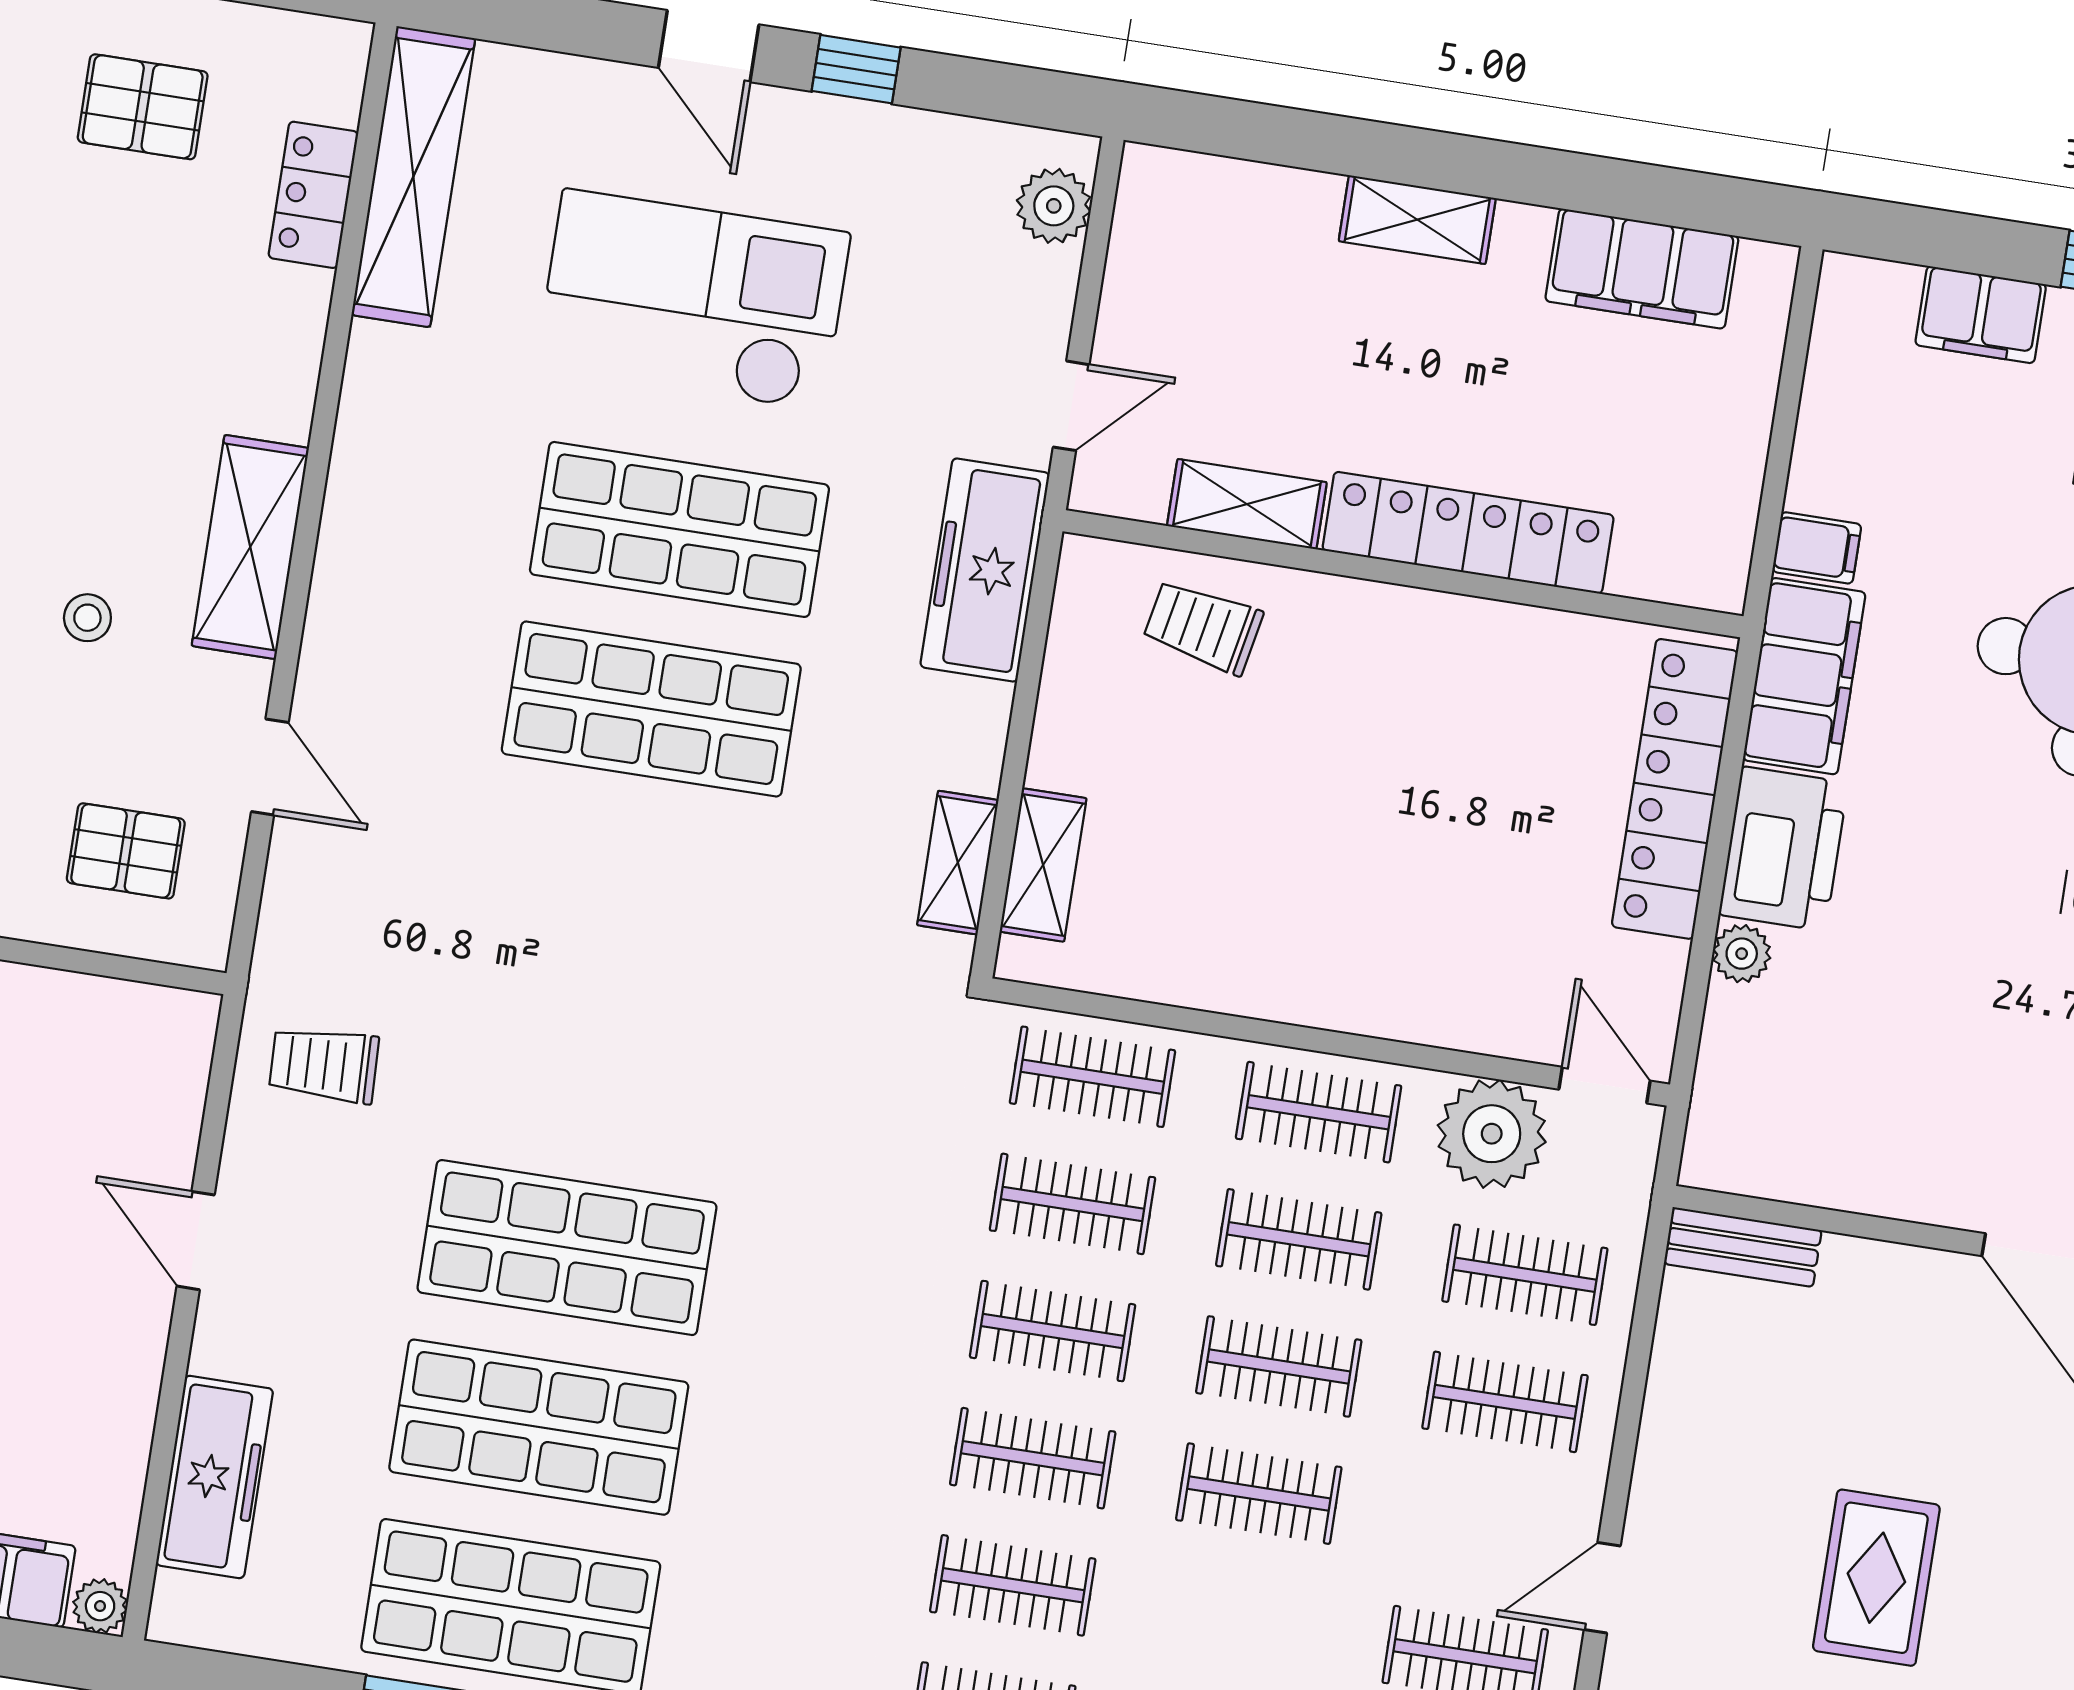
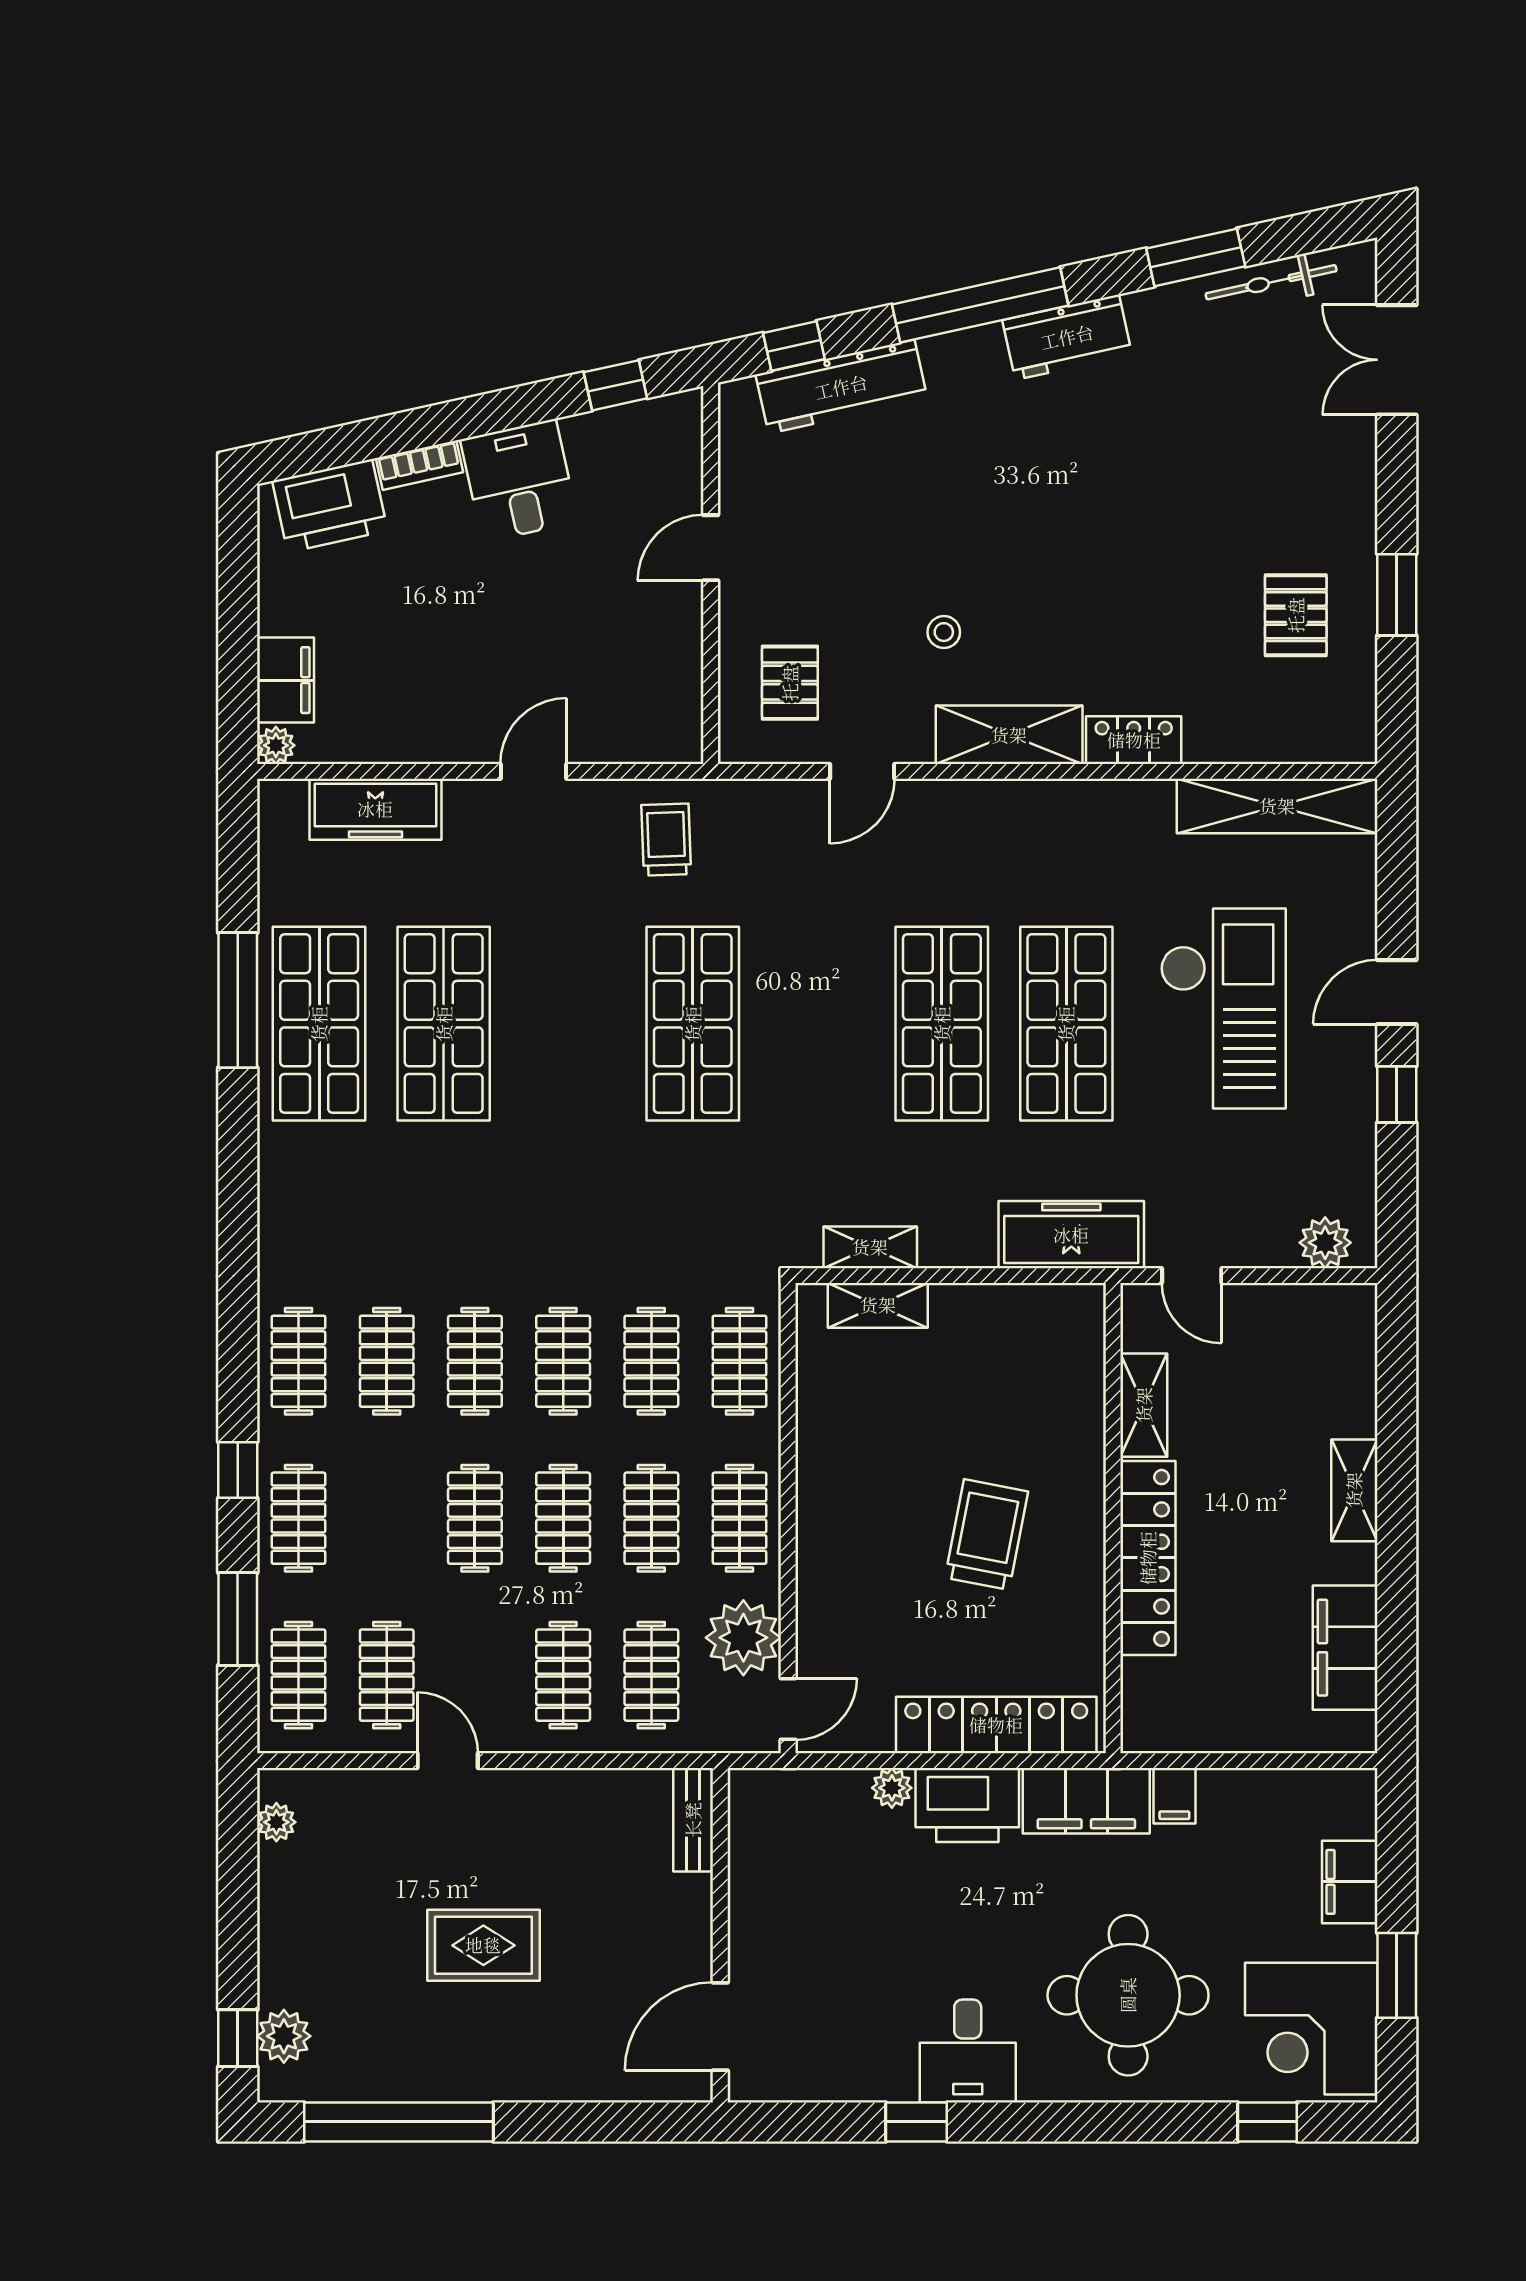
locker: (313, 195) -> (1134, 740), moved
trolley: (1203, 627) -> (987, 1535), moved, width x1.36, depth x1.39
shop shelf: (567, 1248) -> (693, 1024), moved

